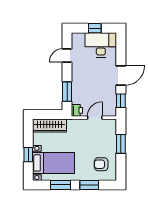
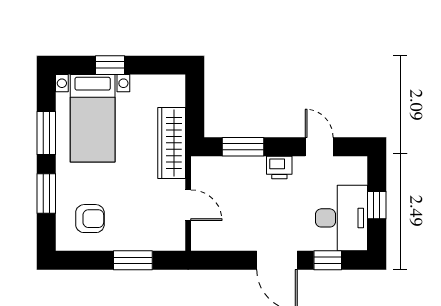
window: (121, 101) -> (328, 260), moved
printer: (77, 110) -> (279, 168), moved
wardrobe: (50, 125) -> (172, 143), moved
armchair: (101, 164) -> (90, 219), turned 90

